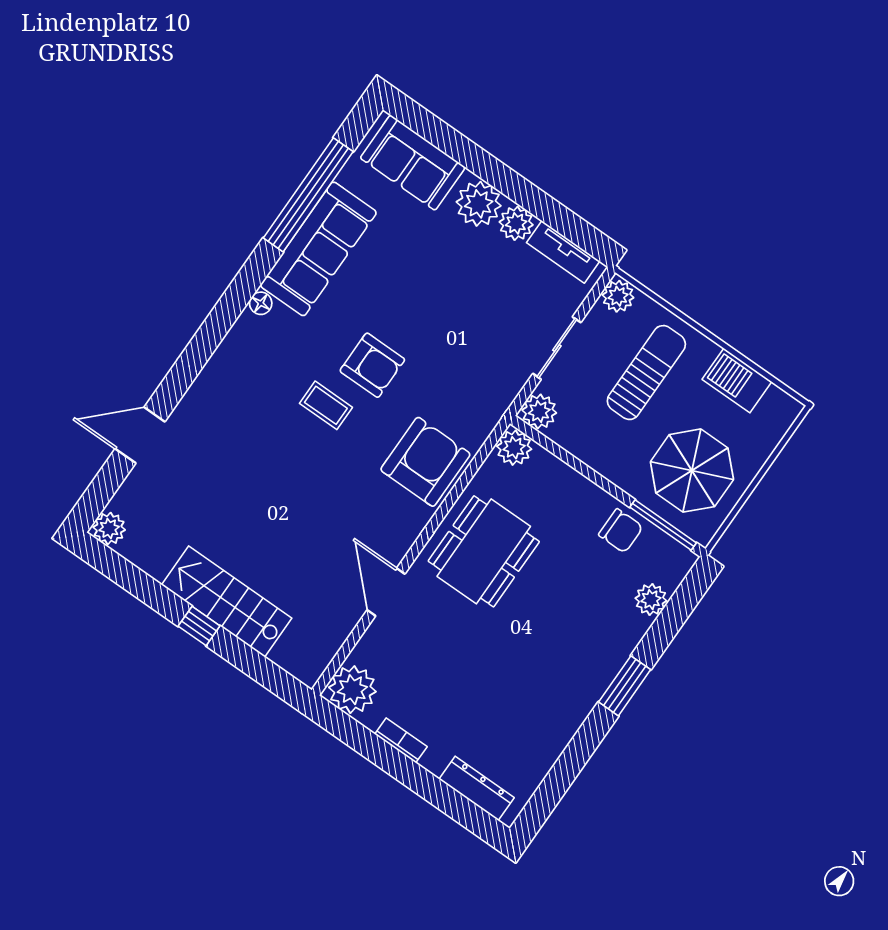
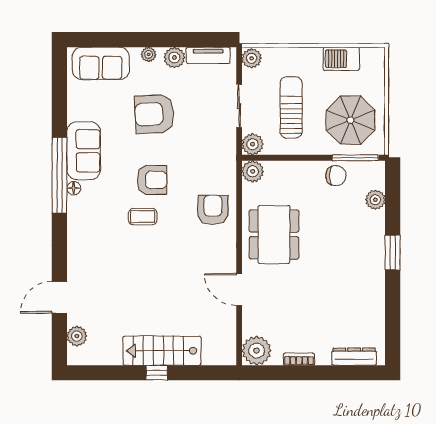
window: (308, 195) -> (59, 175), moved
plant: (479, 204) -> (149, 54), width x0.53, depth x0.53
sofa: (318, 249) -> (84, 151), width x0.73
armchair: (437, 280) -> (154, 114), added
sun lounger: (646, 373) -> (291, 107), moved
armchair: (425, 462) -> (213, 210), width x0.73, depth x0.73
plant: (109, 529) -> (77, 336), moved

